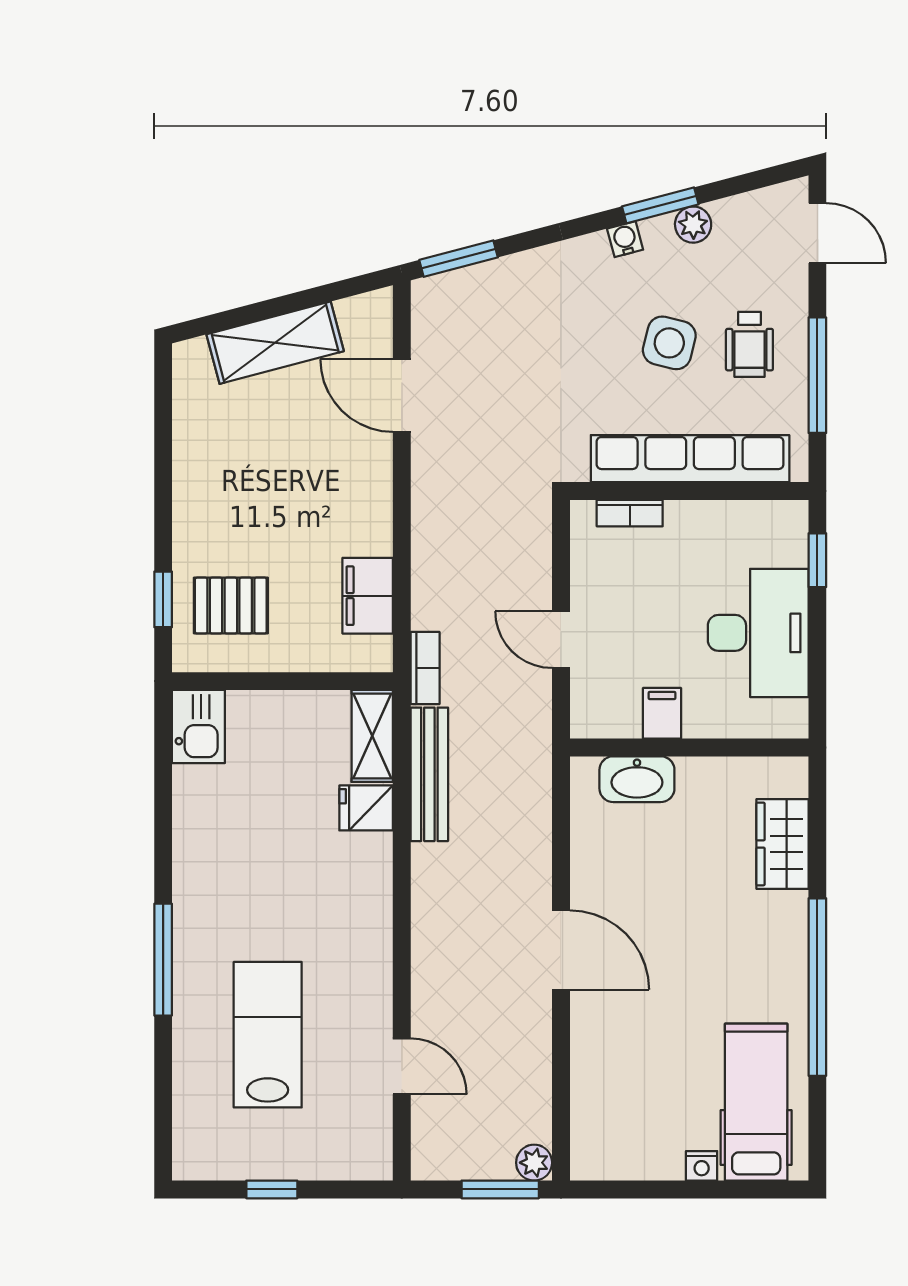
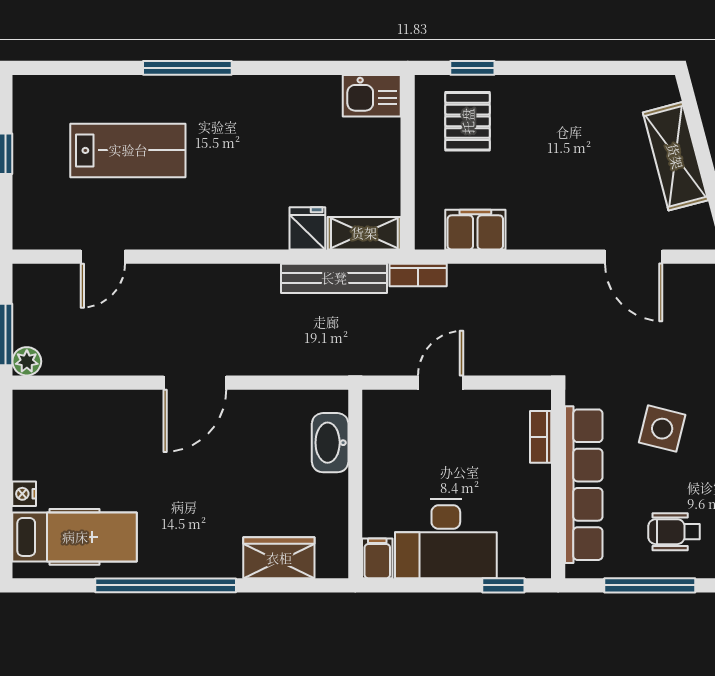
side table: (669, 343) -> (662, 429), moved
door: (402, 396) -> (634, 257), swing flipped
filing cabinet: (662, 713) -> (377, 558), moved, turned -90

